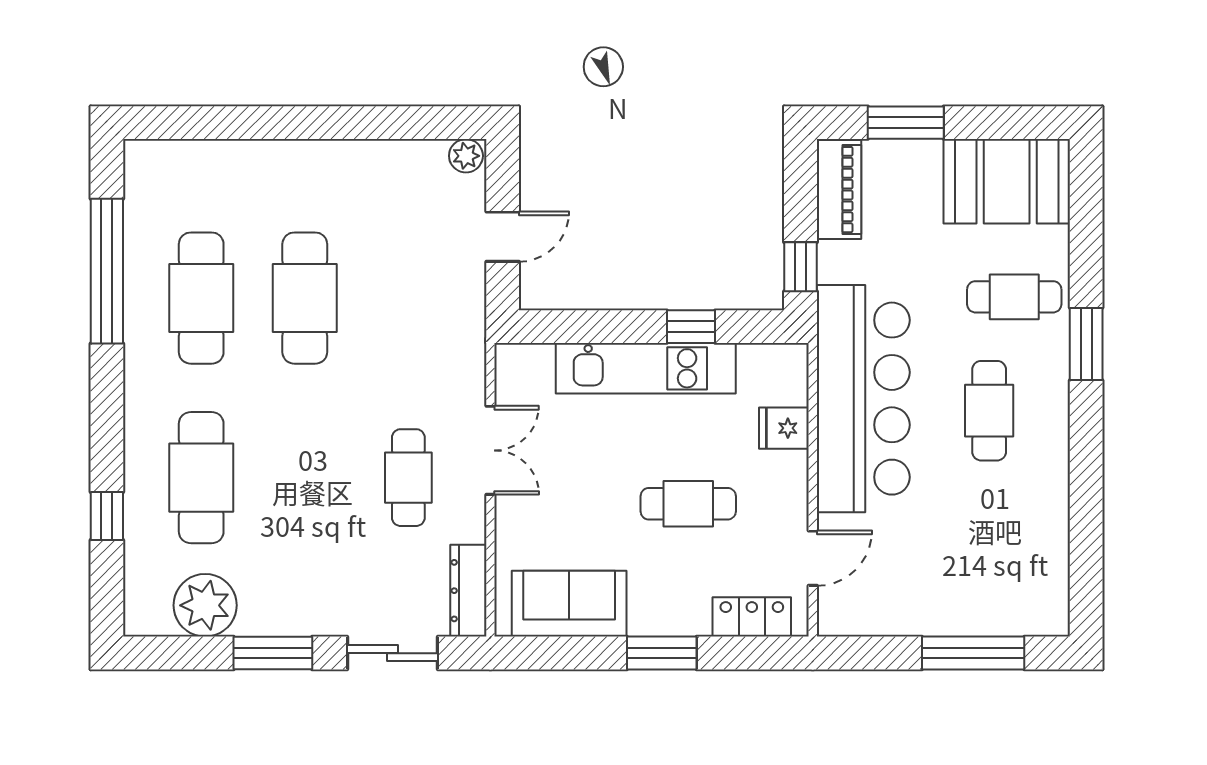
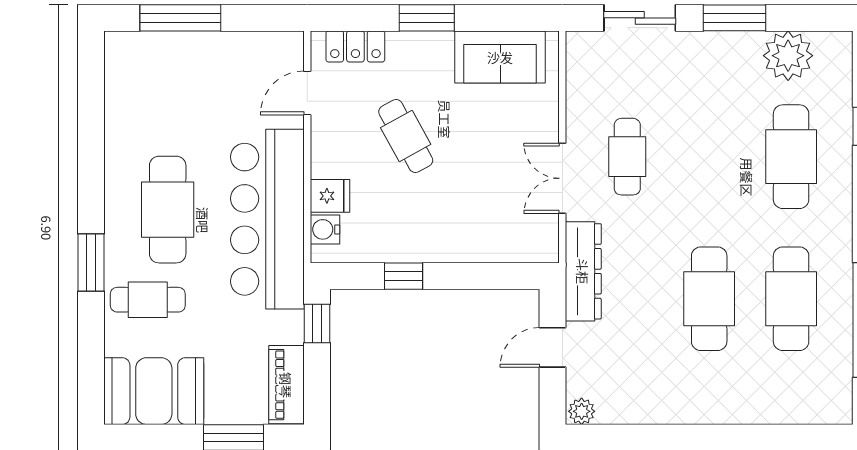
kitchen unit: (646, 368) -> (439, 243), removed
water cooler: (790, 386) -> (325, 229), added
cafe table: (989, 411) -> (168, 210), width x1.37, depth x1.35
cafe table: (688, 504) -> (406, 136), turned 61
dresser: (468, 591) -> (583, 271), moved, width x1.37, depth x1.24

